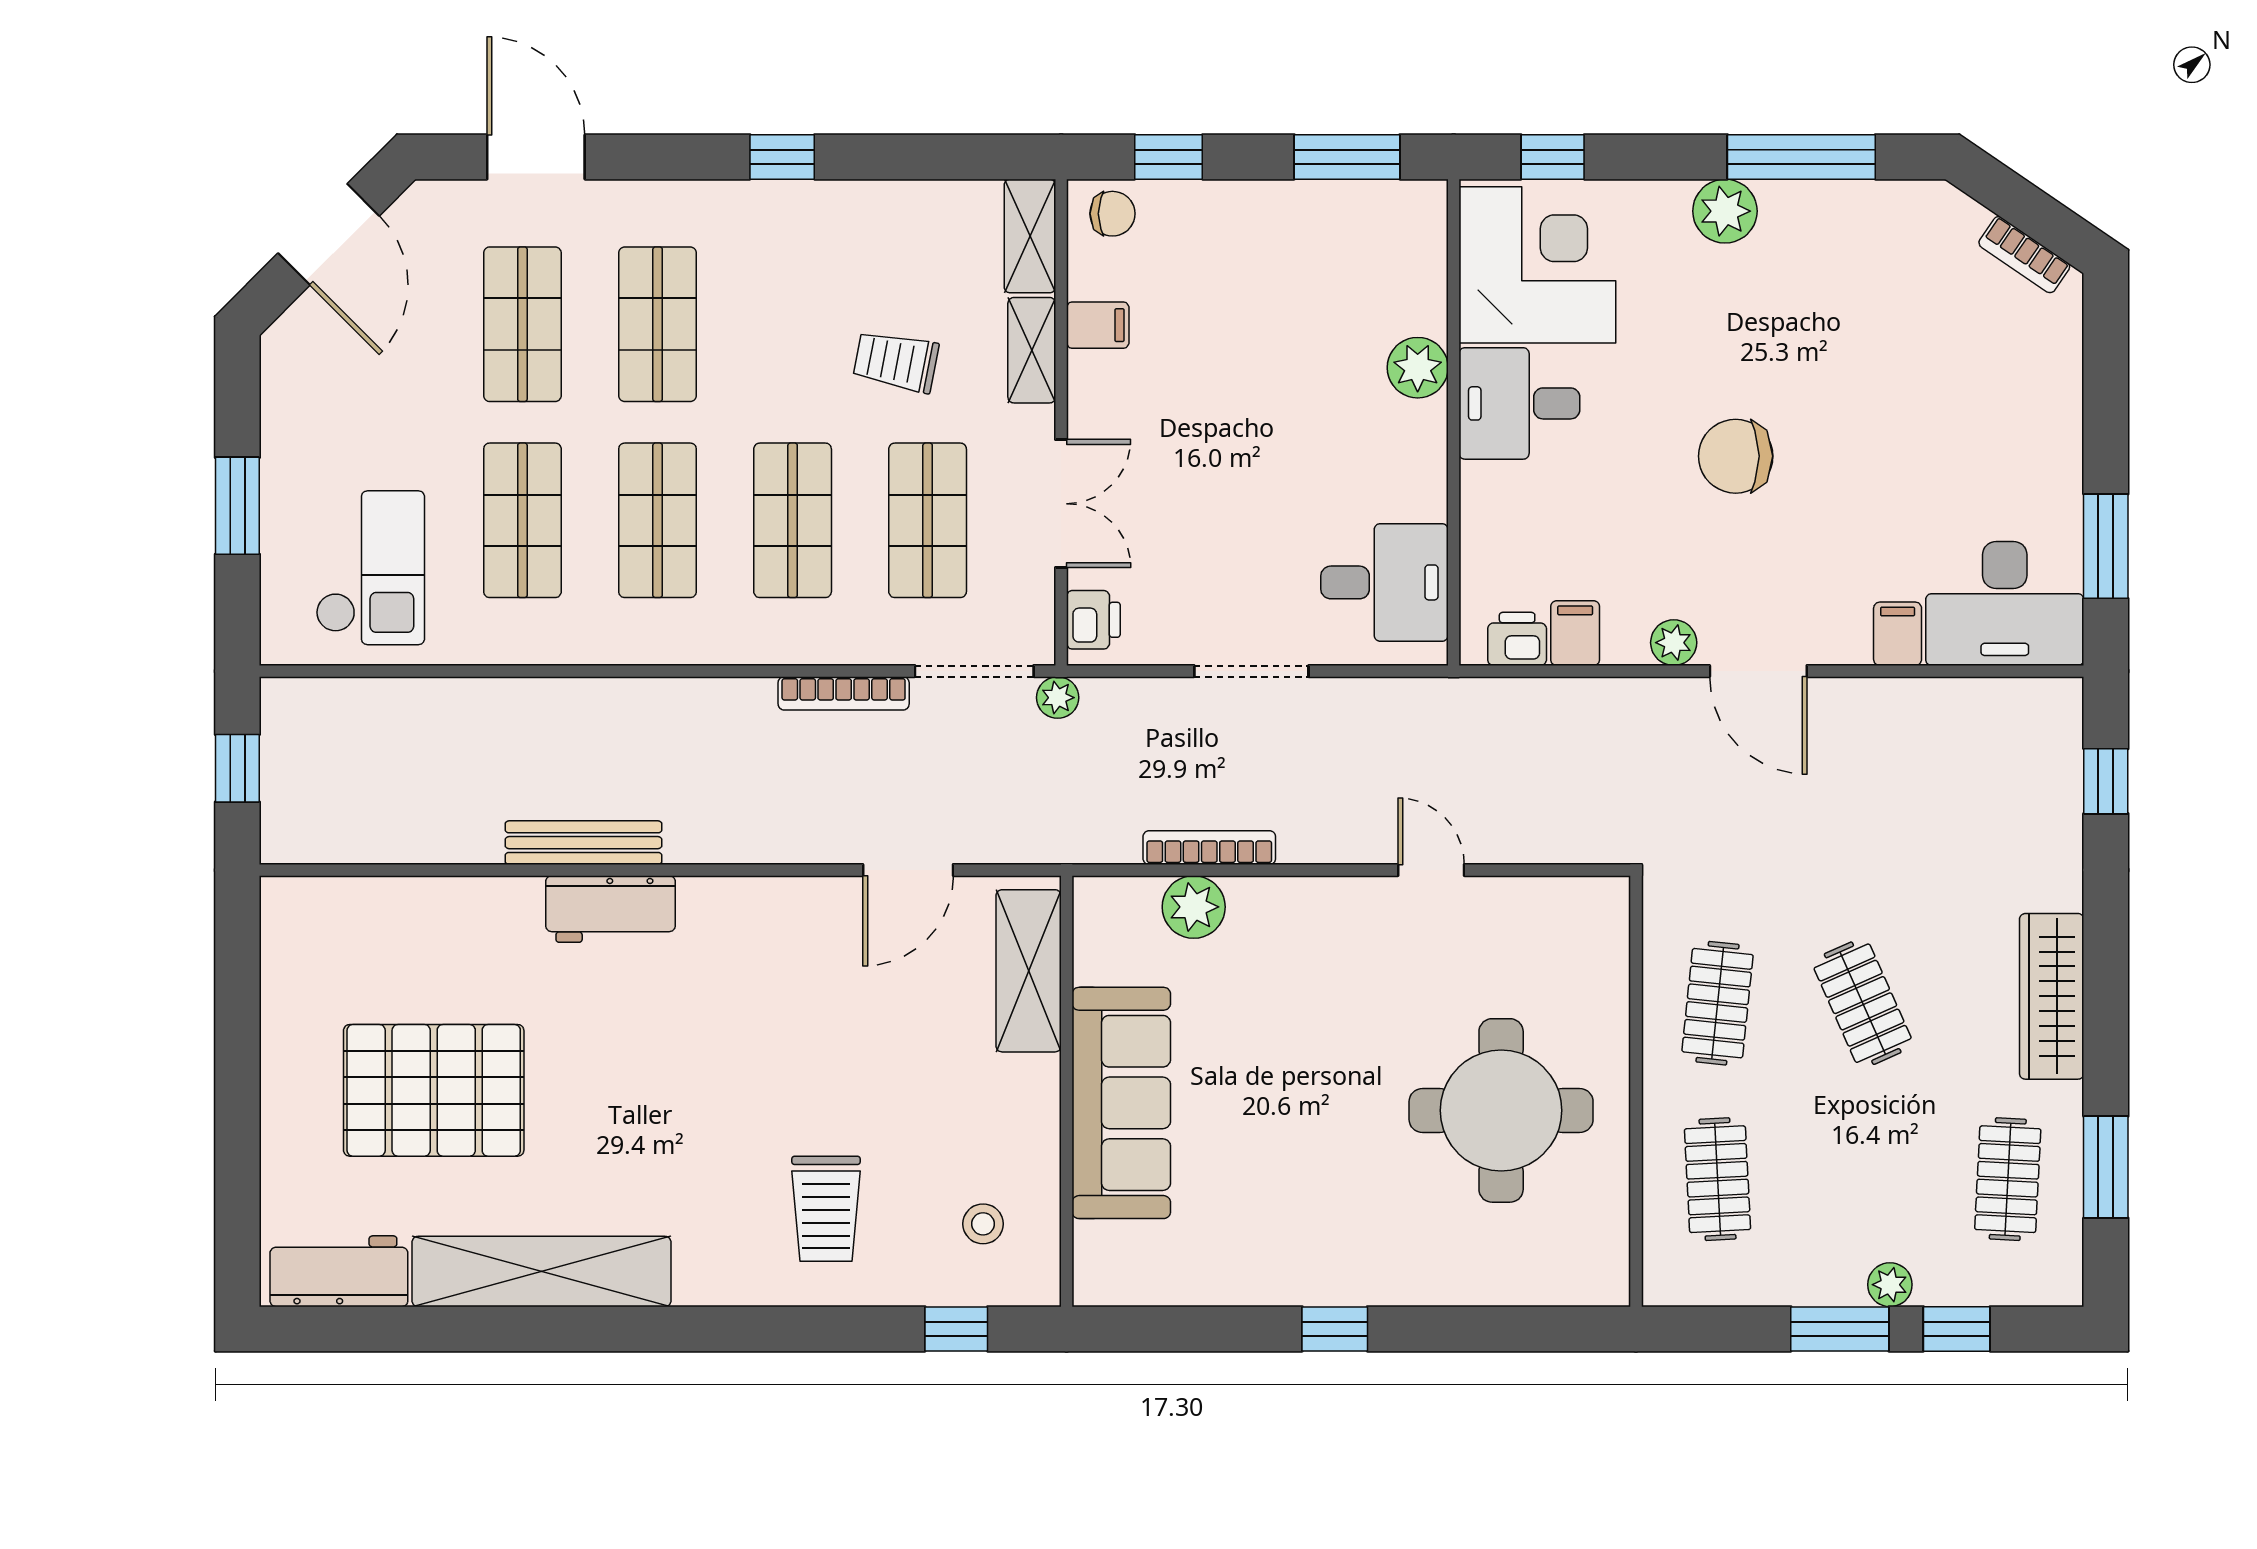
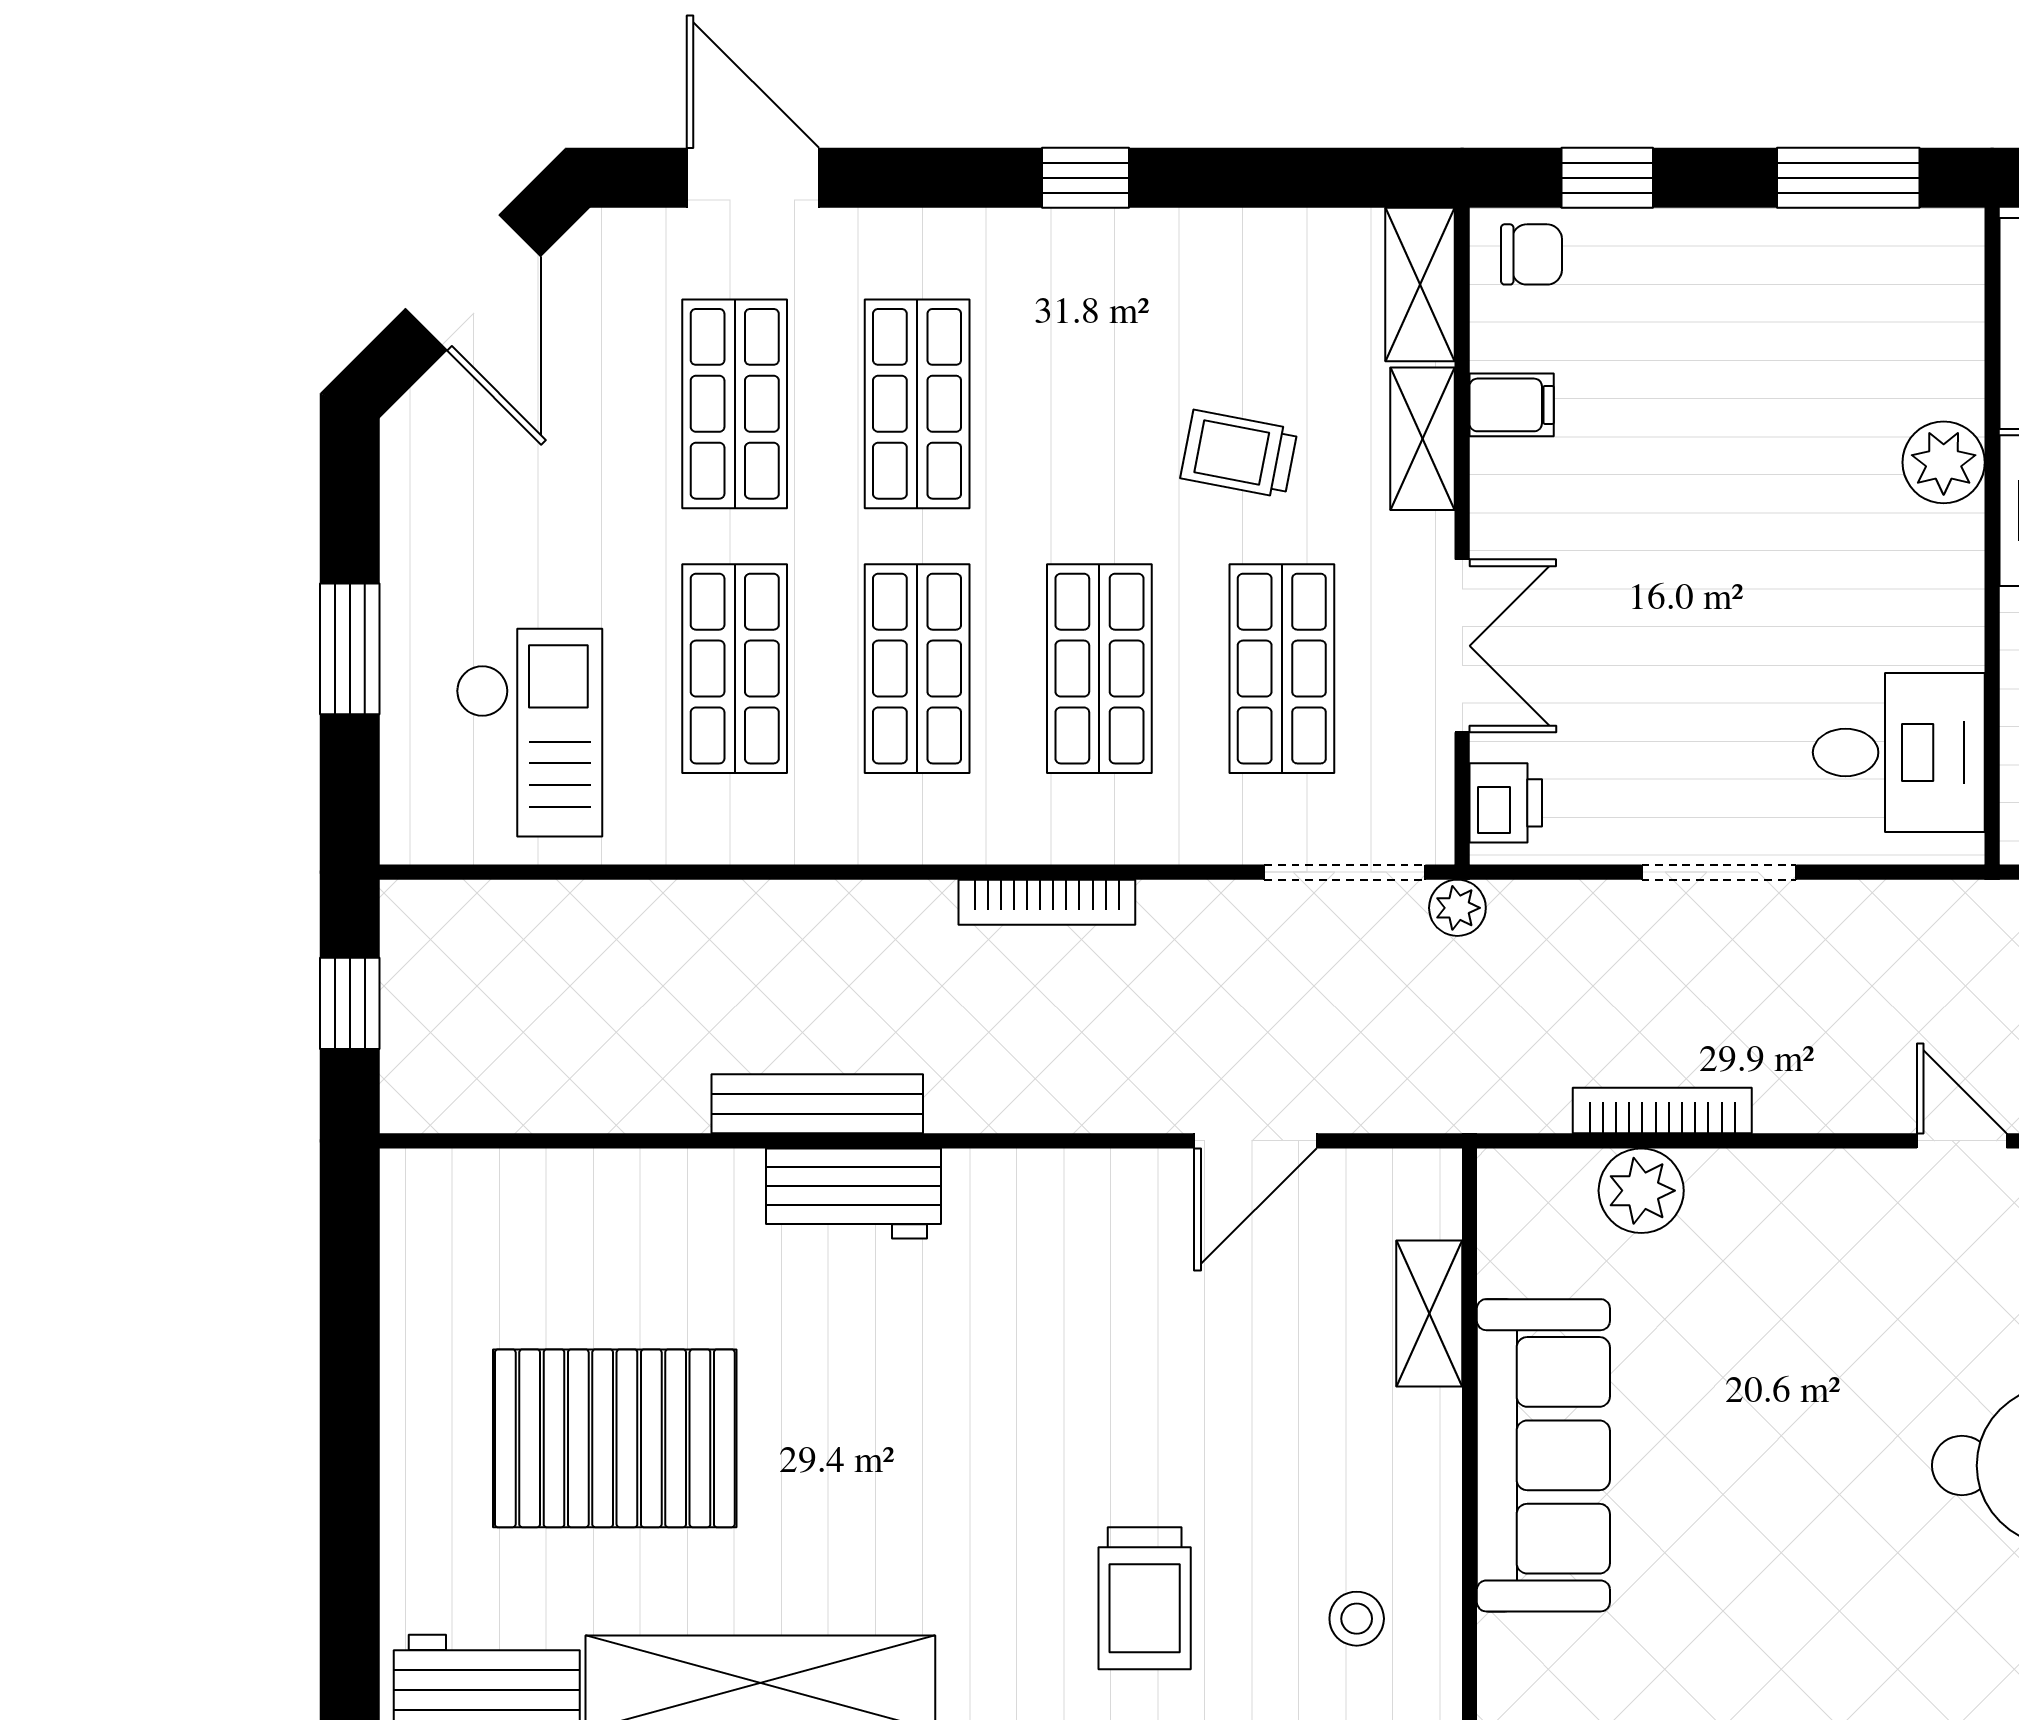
bookcase: (844, 693) -> (1047, 902), moved
shelving: (1029, 971) -> (1429, 1314), width x0.67, depth x0.75

